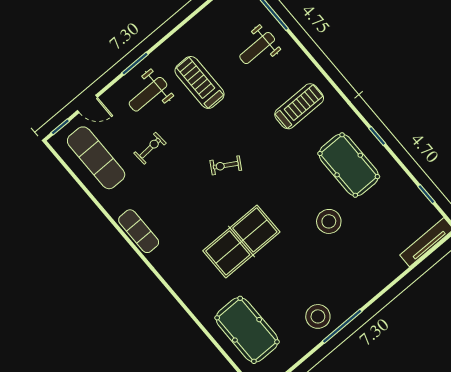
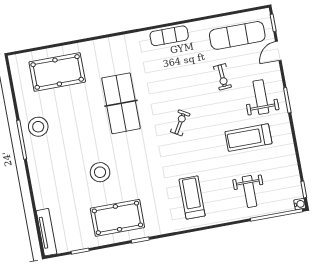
weight bench: (257, 48) -> (249, 191), turned 180
treadmill: (200, 82) -> (248, 138), turned 180
treadmill: (299, 106) -> (192, 197), turned 180
pool table: (349, 165) -> (117, 218), moved

